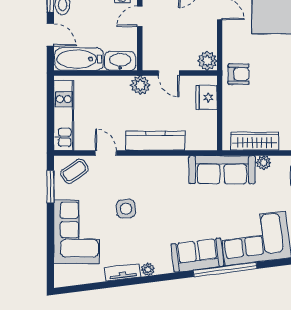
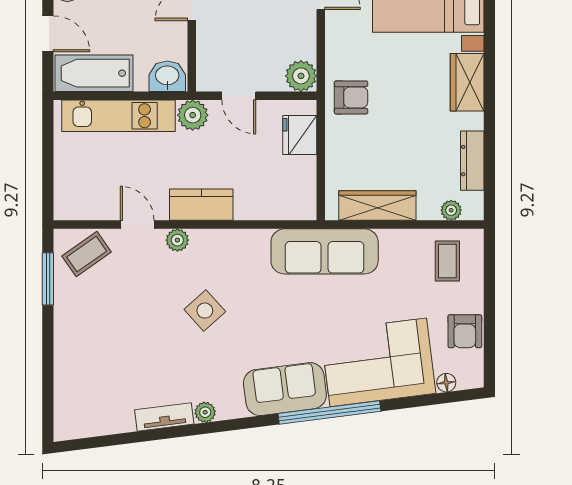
washbasin: (120, 61) -> (167, 76), width x0.72
kitchen unit: (64, 115) -> (118, 116), moved, turned 90
kitchen counter: (155, 141) -> (201, 205), width x0.67
plant: (264, 163) -> (177, 240), moved
side table: (126, 209) -> (205, 311), moved, turned -38
corner sofa: (77, 232) -> (90, 351), removed

